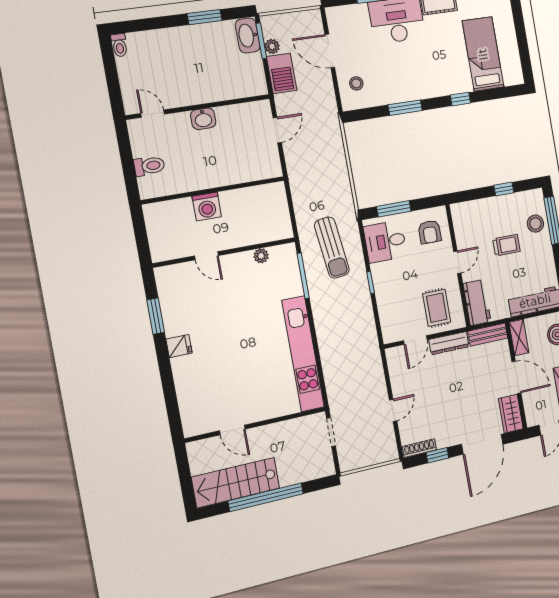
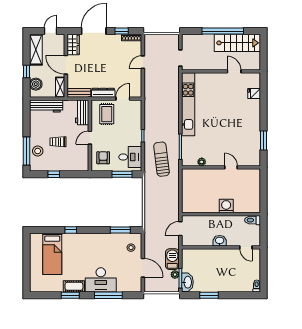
window: (405, 108) -> (120, 230), moved
wall: (213, 190) -> (221, 214), moved
washing machine: (207, 207) -> (226, 206), moved
fridge: (179, 346) -> (254, 93), moved

